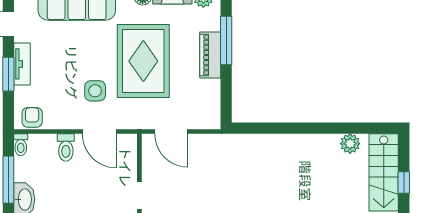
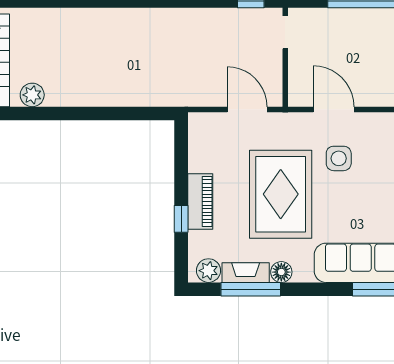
window: (226, 40) -> (181, 219), width x0.46
toilet: (66, 148) -> (374, 90), removed

